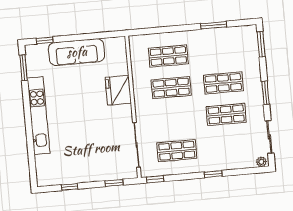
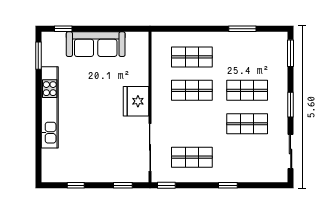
fridge: (118, 90) -> (136, 101), moved
plant: (261, 162) -> (280, 177), removed

